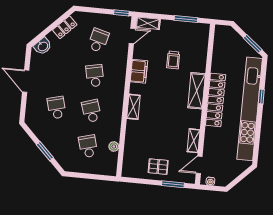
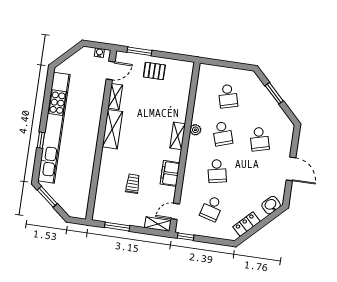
shelving: (197, 91) -> (112, 129), moved
locker: (216, 100) -> (90, 139), removed
plant: (114, 146) -> (195, 130), moved

